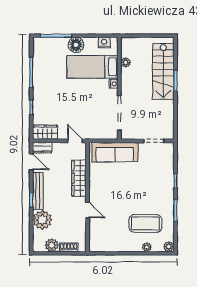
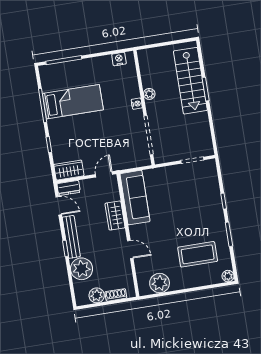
floor lamp: (76, 45) -> (88, 67), removed
plant: (126, 63) -> (149, 94), moved
bed: (92, 67) -> (73, 102), moved, turned 180
door: (75, 141) -> (104, 174), hinge flipped
sofa: (115, 152) -> (135, 198), moved, turned -90
wardrobe: (79, 178) -> (115, 216), width x0.67
plant: (147, 247) -> (160, 283), moved, width x1.88, depth x1.88

